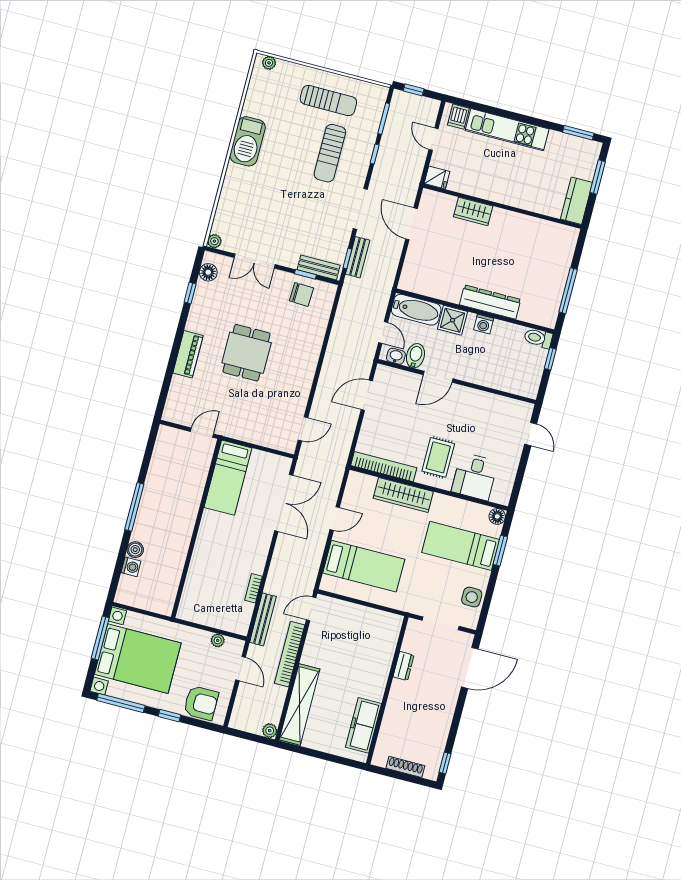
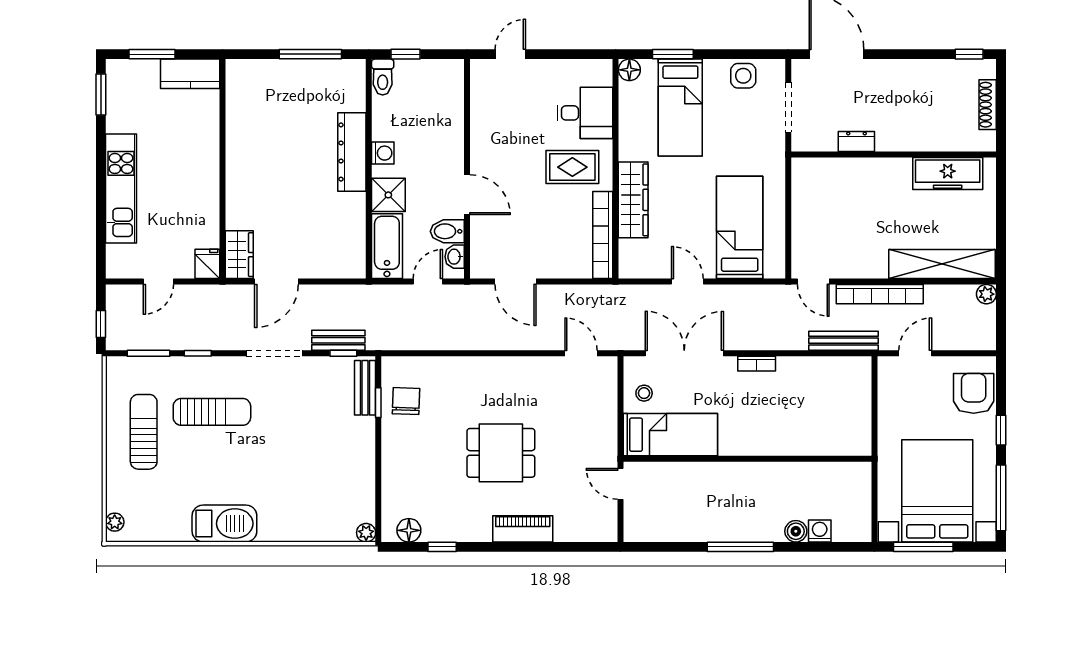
dishwasher: (458, 117) -> (120, 257), removed
wardrobe: (473, 211) -> (239, 255), moved
double door: (255, 261) -> (378, 474), removed
stool: (263, 467) -> (644, 393), added
bookcase: (254, 588) -> (757, 364), moved
plant: (218, 640) -> (886, 393), removed

